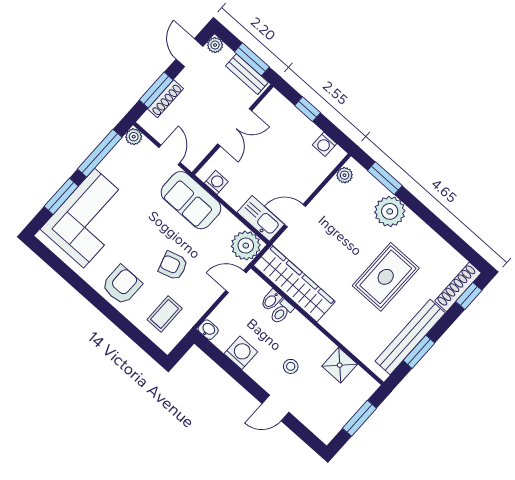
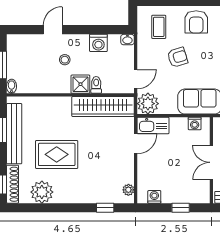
window: (385, 178) -> (105, 208), width x0.67
plant: (390, 211) -> (42, 192), moved
rug: (386, 277) -> (57, 154), turned 90
bidet: (271, 300) -> (12, 86), moved
shower: (340, 365) -> (80, 84), moved

